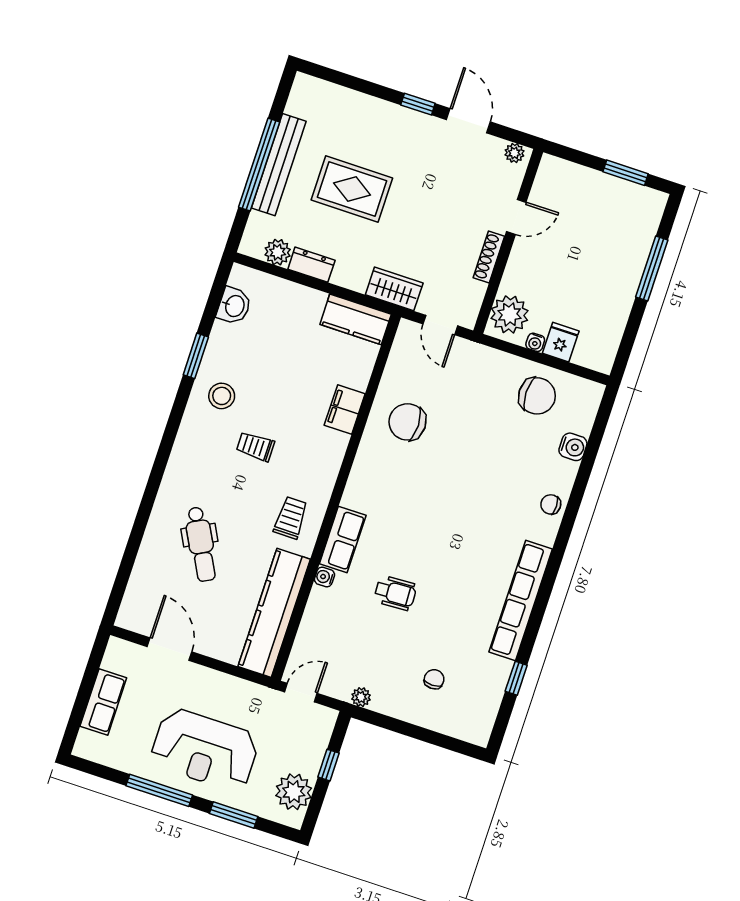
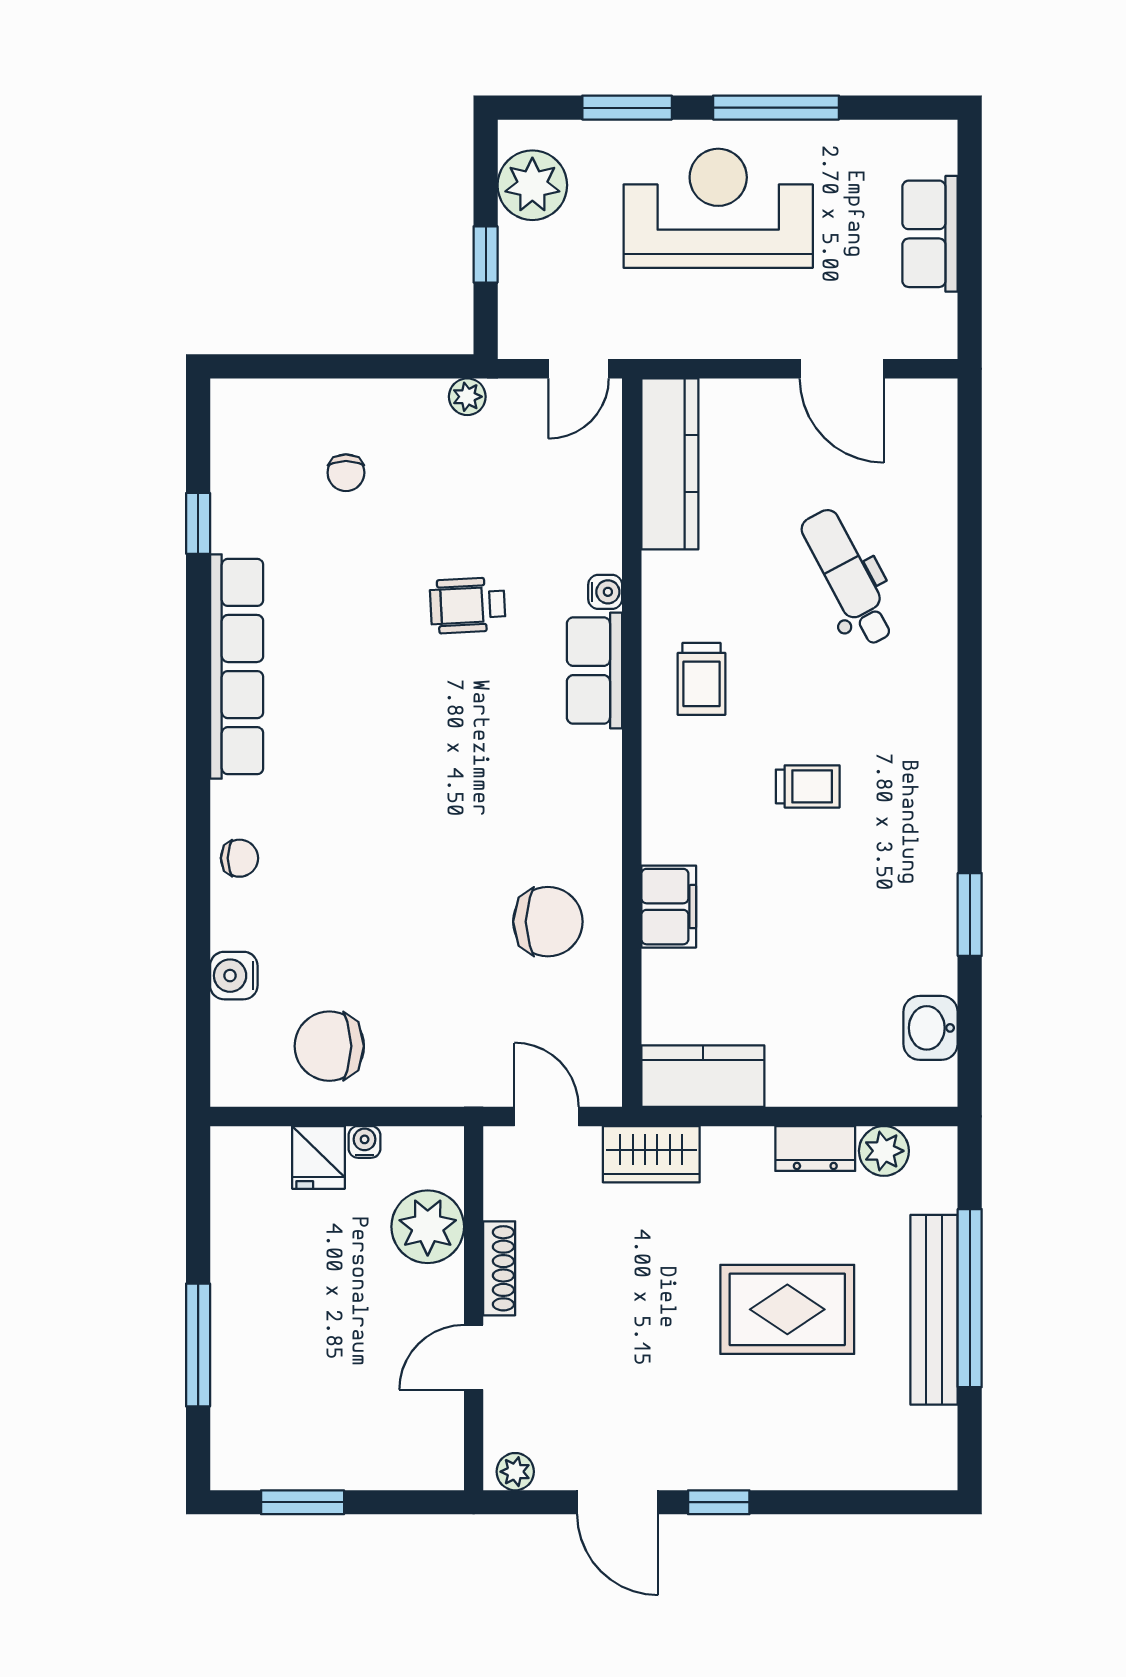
plant: (509, 314) -> (428, 1227), moved
stool: (222, 396) -> (899, 858), removed
kitchen counter: (274, 613) -> (670, 464), width x0.72, depth x0.86

